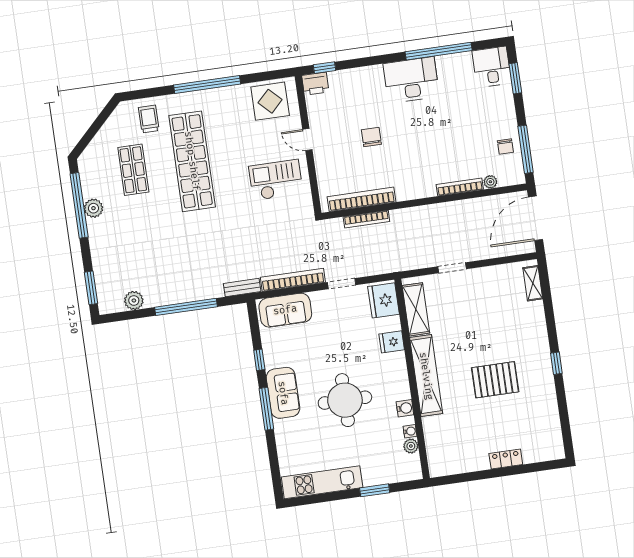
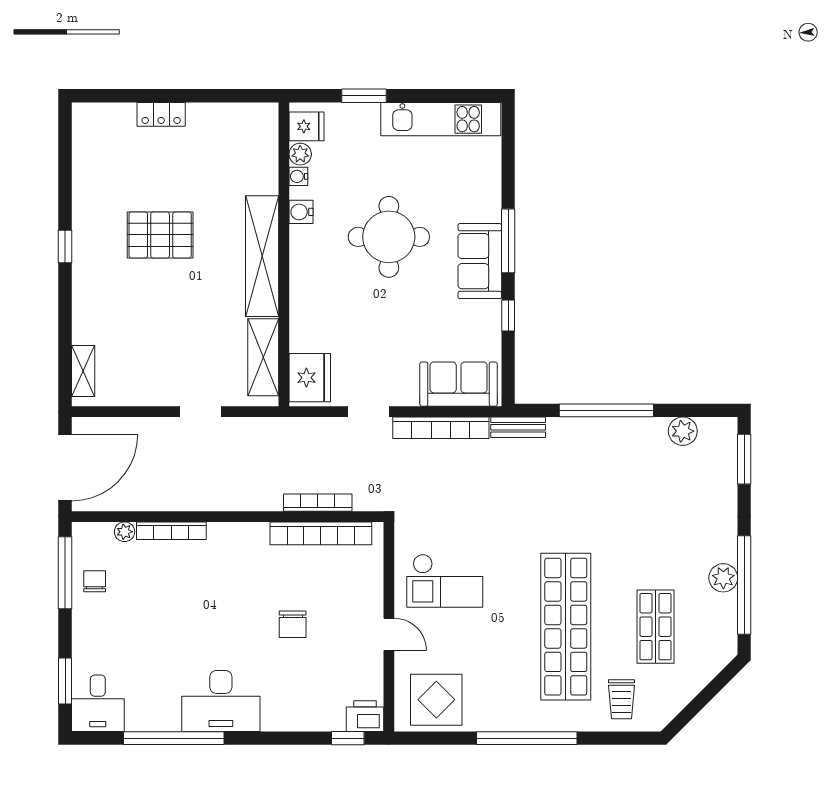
fridge: (392, 342) -> (307, 126), moved

